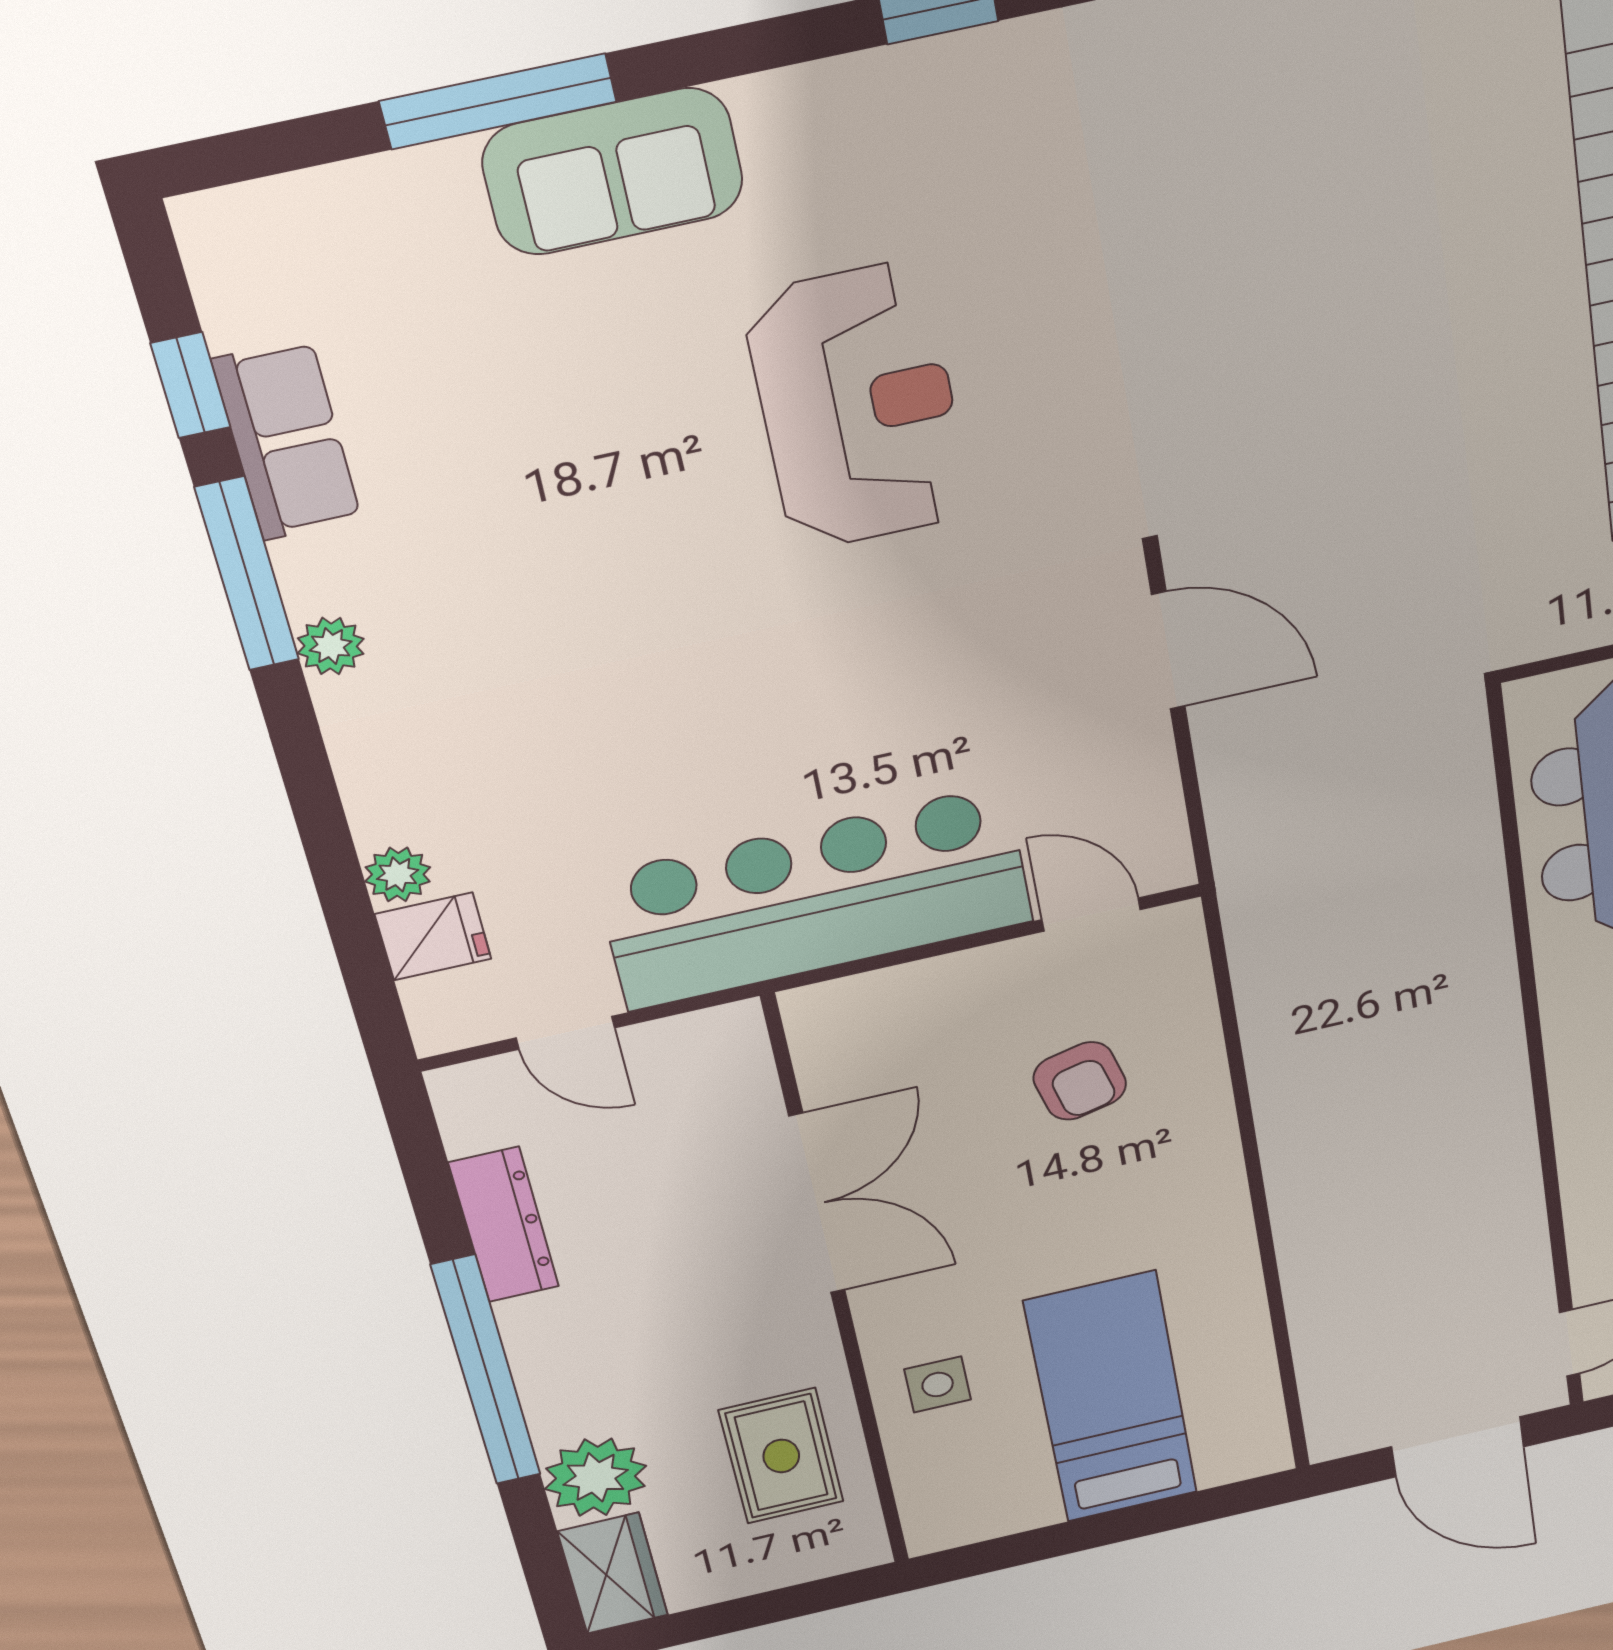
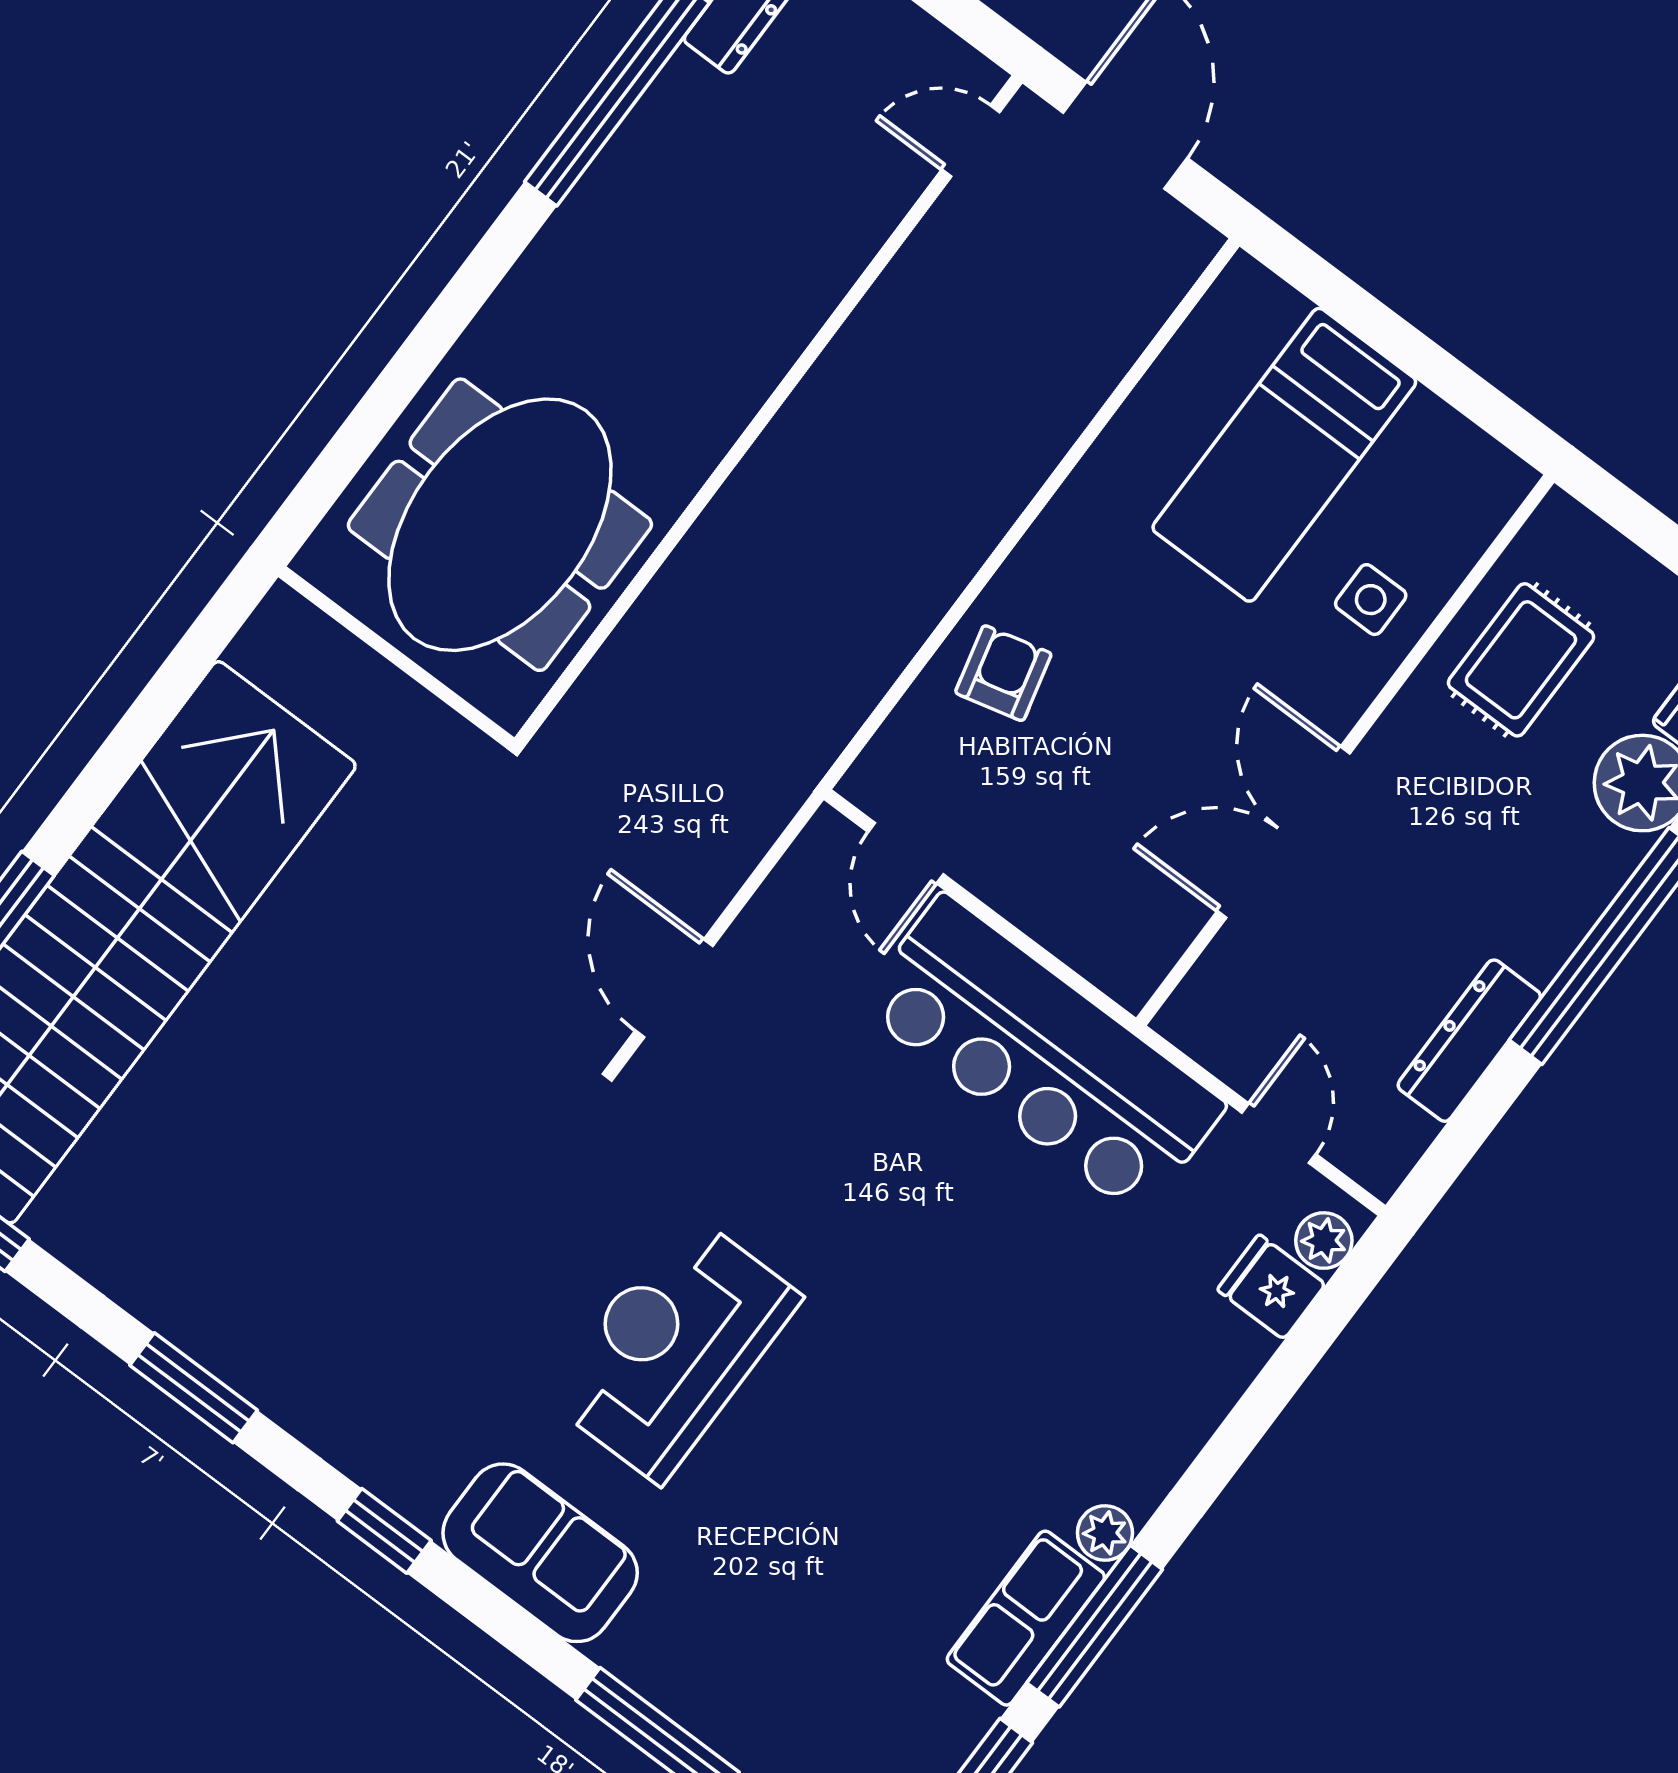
sofa: (613, 172) -> (540, 1553), moved
row of seats: (287, 440) -> (1026, 1618), moved
plant: (398, 874) -> (1324, 1241), moved
armchair: (1080, 1081) -> (1003, 673), moved

